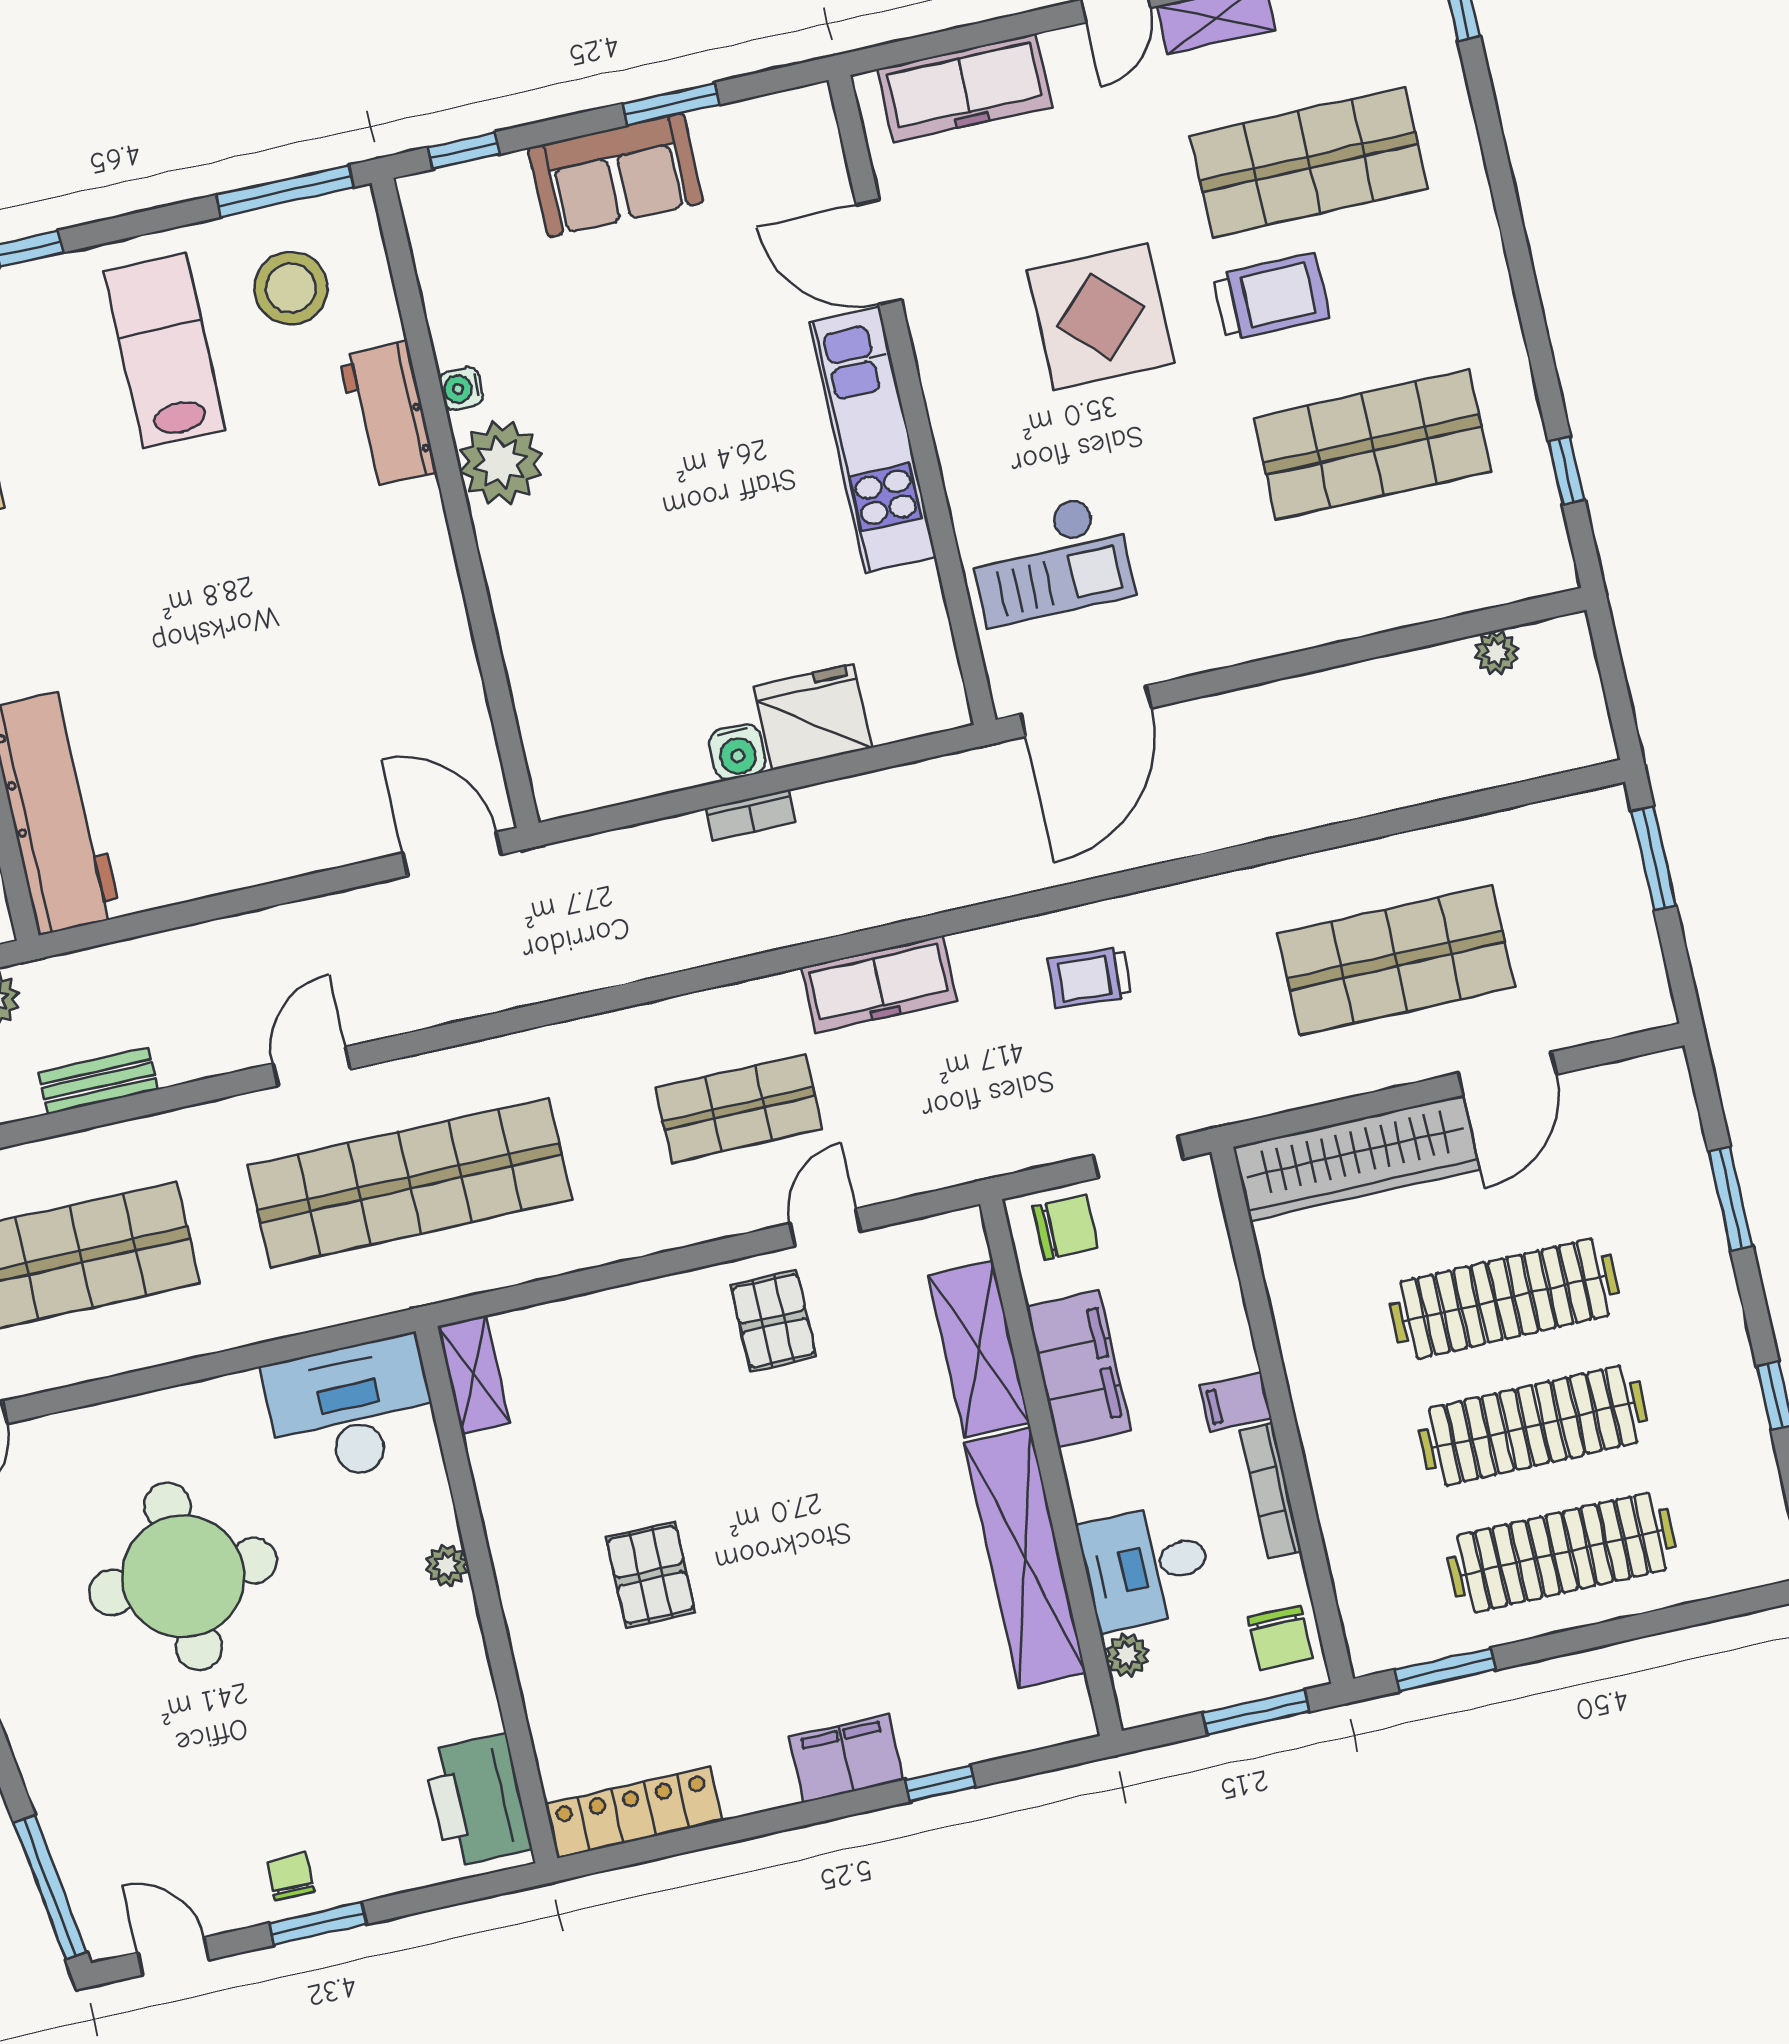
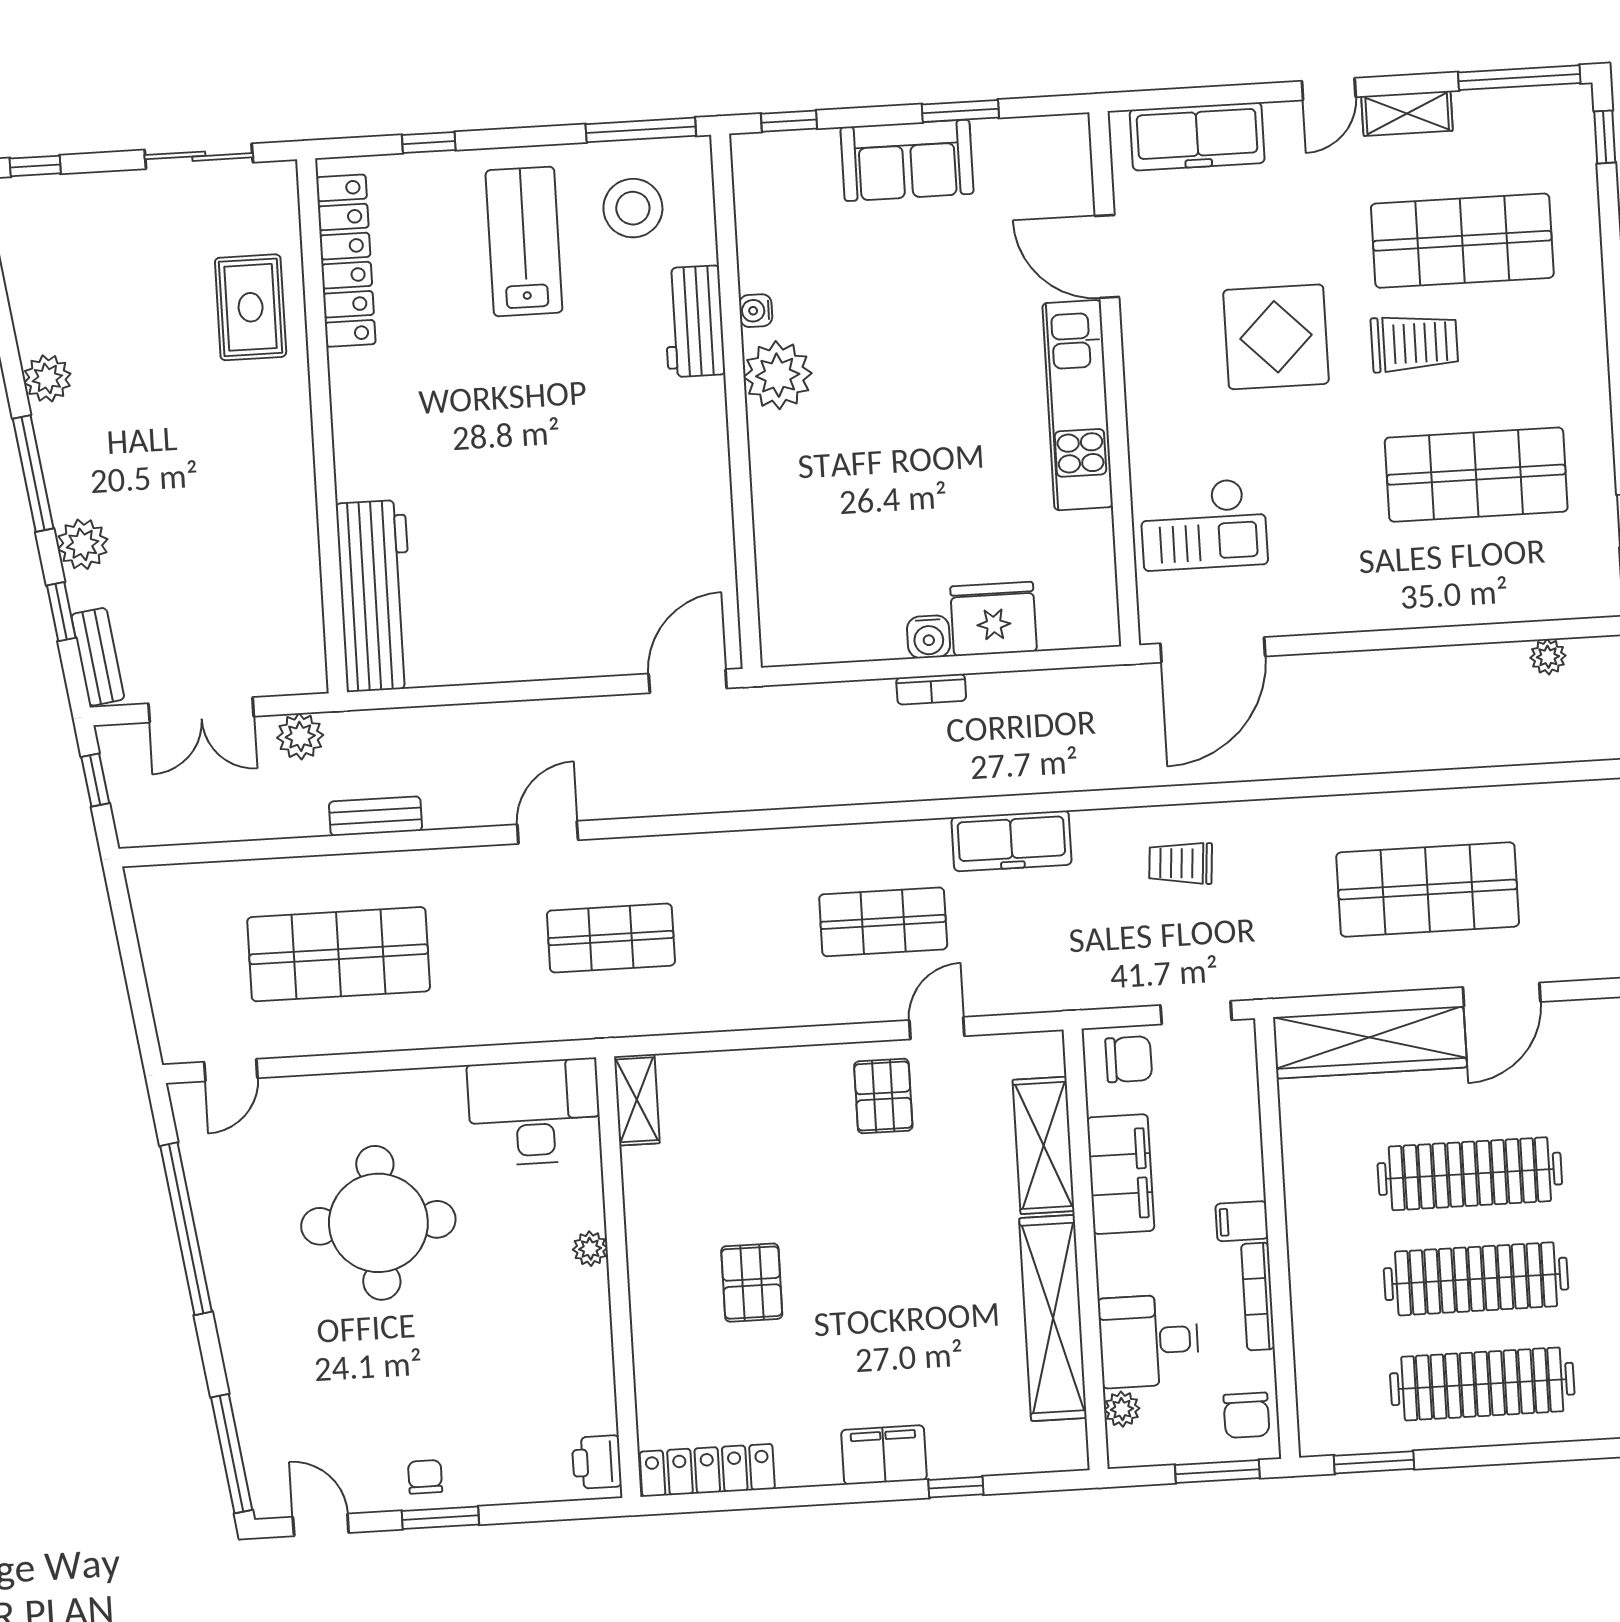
door: (452, 854) -> (688, 681), hinge flipped
shop shelf: (410, 1183) -> (611, 938), width x0.50, depth x0.74
printer: (477, 1800) -> (597, 1462), width x0.53, depth x0.68

